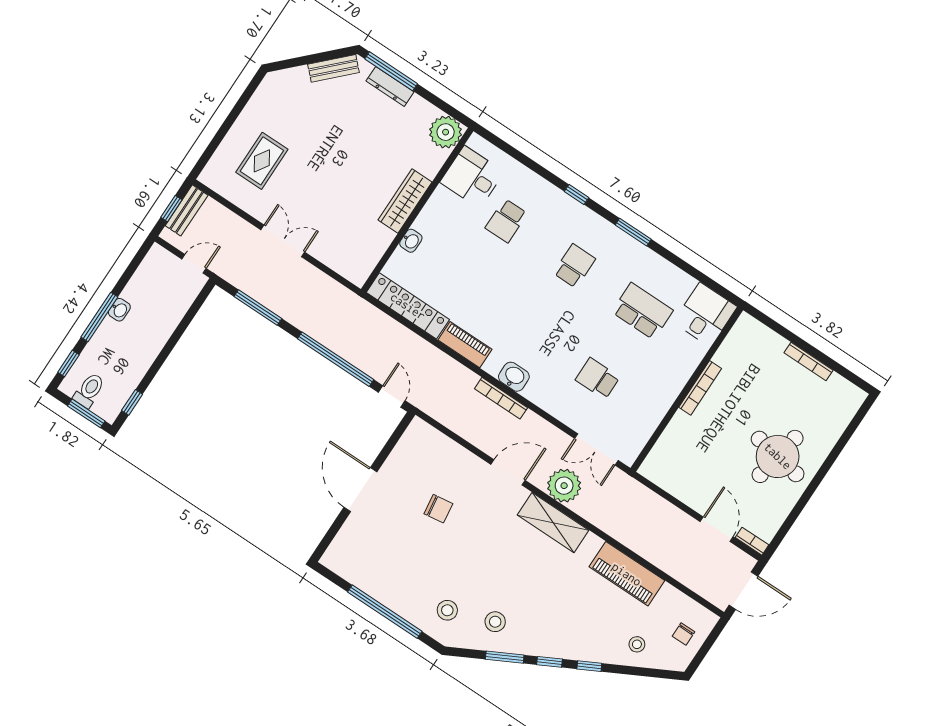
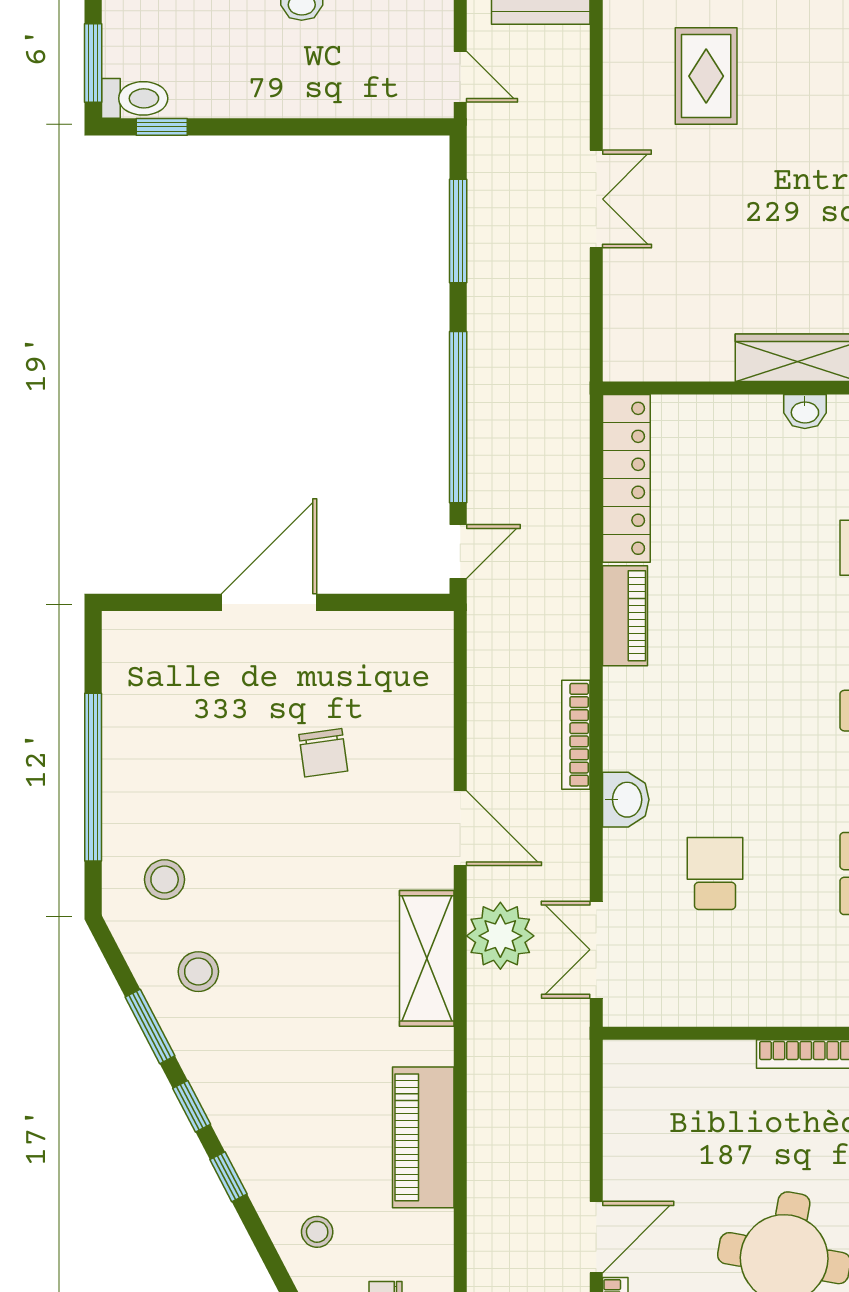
rug: (262, 161) -> (706, 76), turned 90
washbasin: (411, 241) -> (805, 411), moved
washbasin: (514, 377) -> (626, 800), moved
toilet: (89, 390) -> (135, 98), moved

